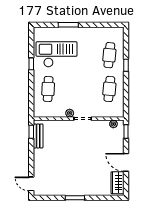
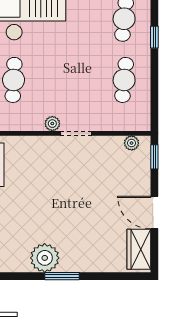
plant: (65, 188) -> (45, 258), added

